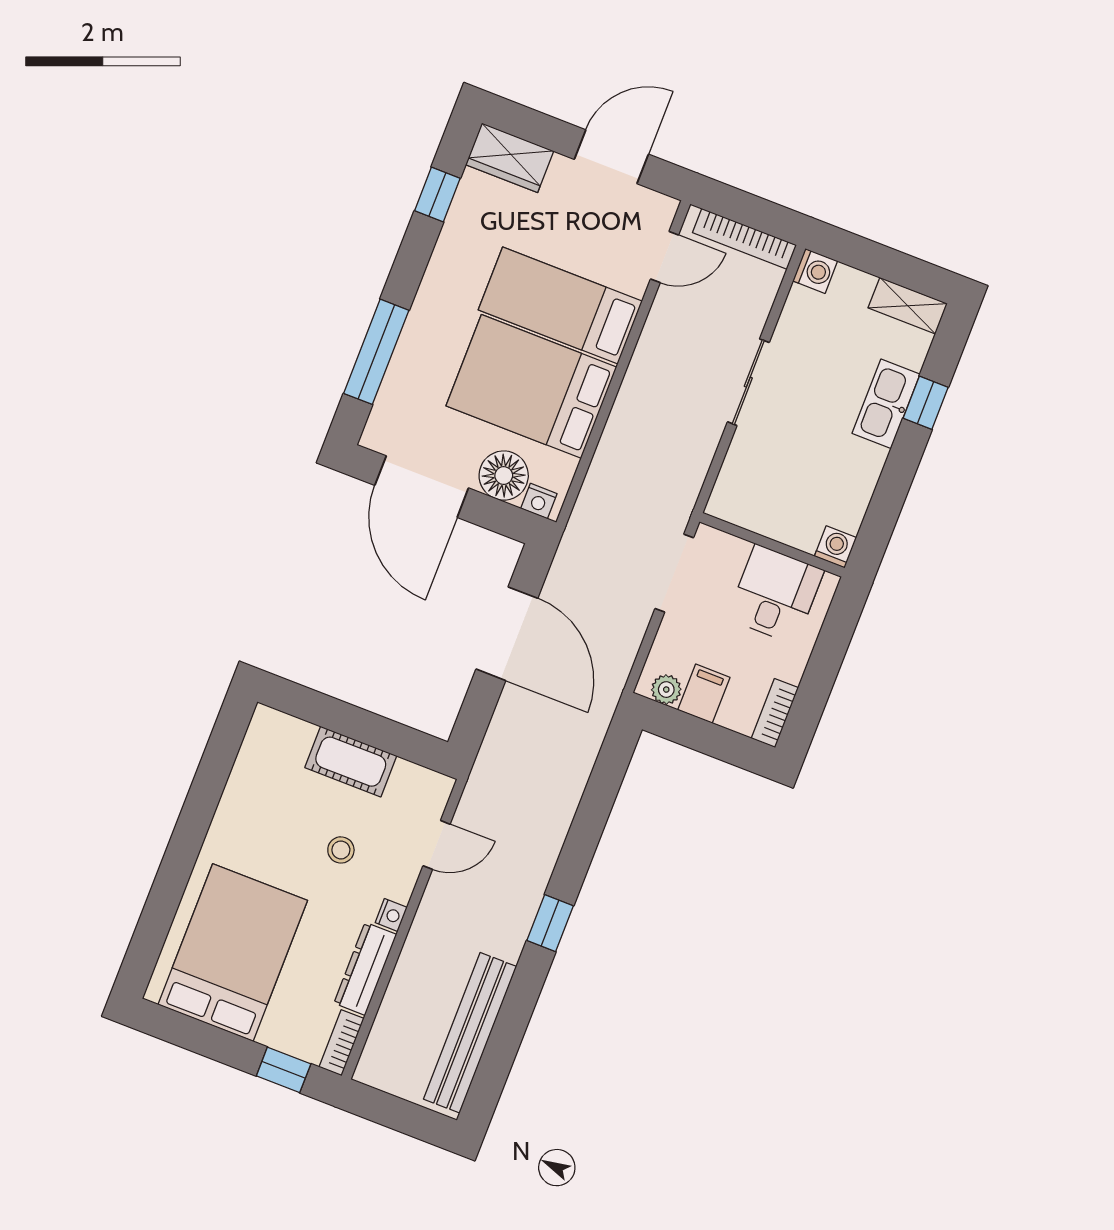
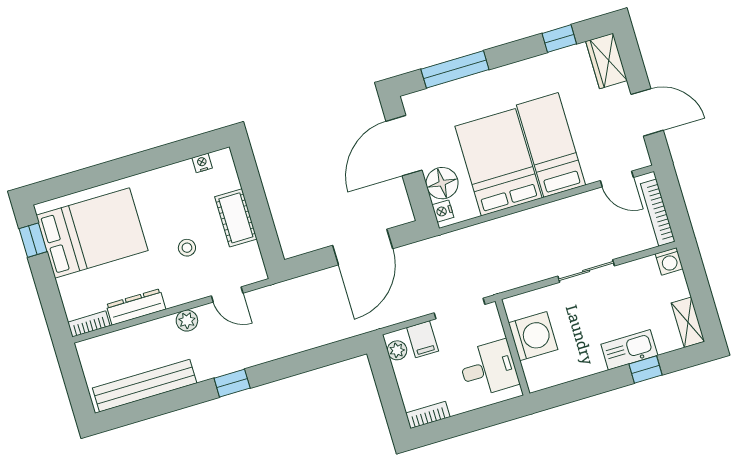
washing machine: (836, 547) -> (533, 336), moved, width x1.89, depth x1.89
filing cabinet: (704, 694) -> (423, 339), moved, turned 90
nightstand: (391, 915) -> (202, 163), moved, turned 180
plant: (430, 919) -> (187, 321), added
window: (284, 1070) -> (33, 240), moved

